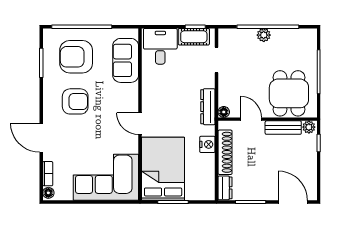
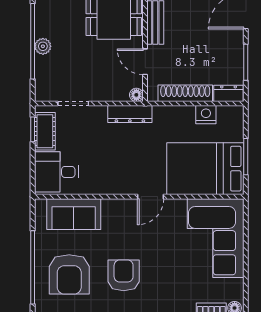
door: (251, 119) -> (145, 62), hinge flipped
nightstand: (207, 144) -> (206, 115), moved

